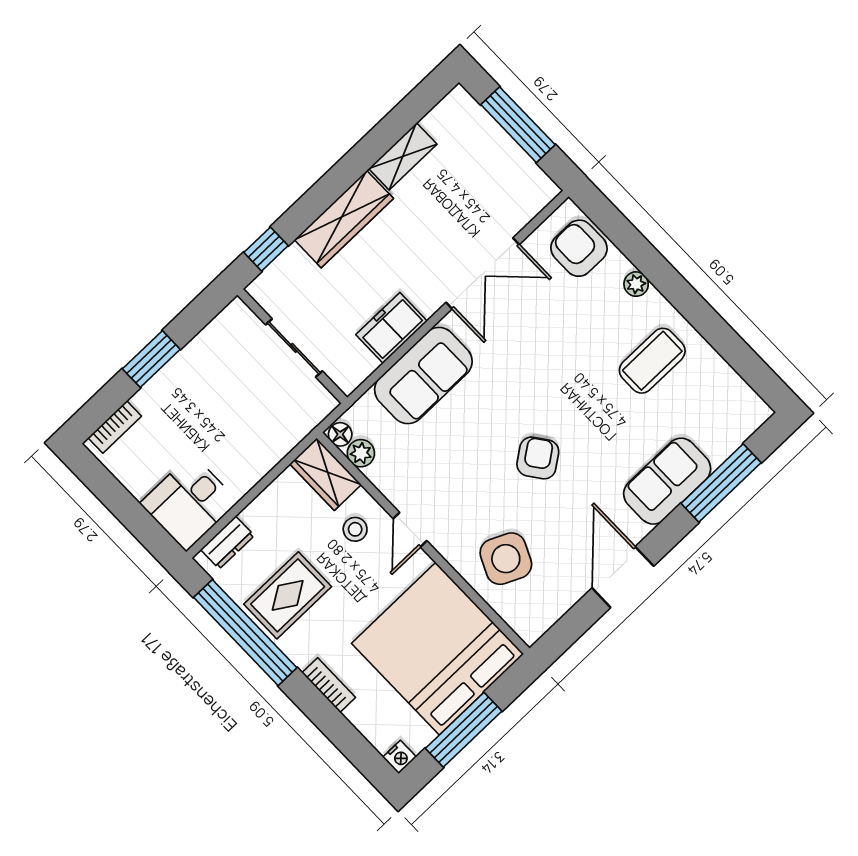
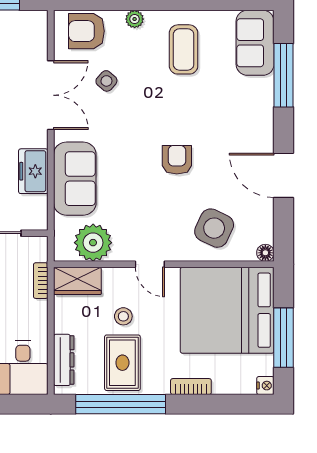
side table: (549, 315) -> (106, 81), added
floor lamp: (340, 434) -> (265, 253), moved
bookcase: (291, 438) -> (41, 281), added
plant: (361, 453) -> (93, 243), width x1.88, depth x1.88
armchair: (538, 458) -> (177, 160), turned 36
sofa: (667, 481) -> (255, 43), moved
stool: (355, 529) -> (123, 316), moved
dresser: (227, 543) -> (64, 360), width x1.44

